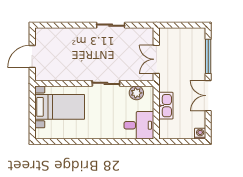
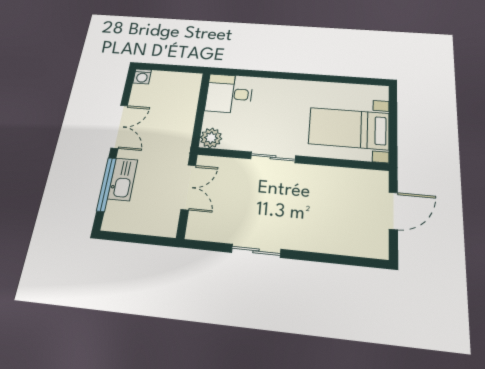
plant: (136, 93) -> (211, 138), moved
kitchen sink: (166, 106) -> (123, 179), moved, turned 180

